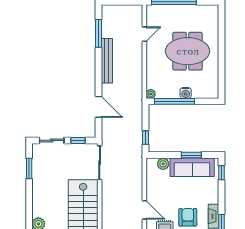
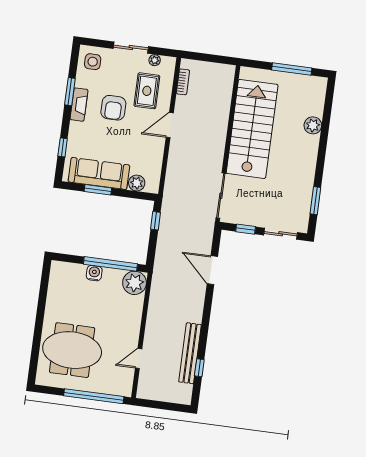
window: (99, 33) -> (199, 368), width x0.46
meeting table: (188, 51) -> (72, 350), moved
bench: (107, 61) -> (190, 353), moved
plant: (151, 94) -> (135, 283), width x1.88, depth x1.88
window: (222, 173) -> (63, 147), moved
door: (144, 210) -> (170, 125), hinge flipped

